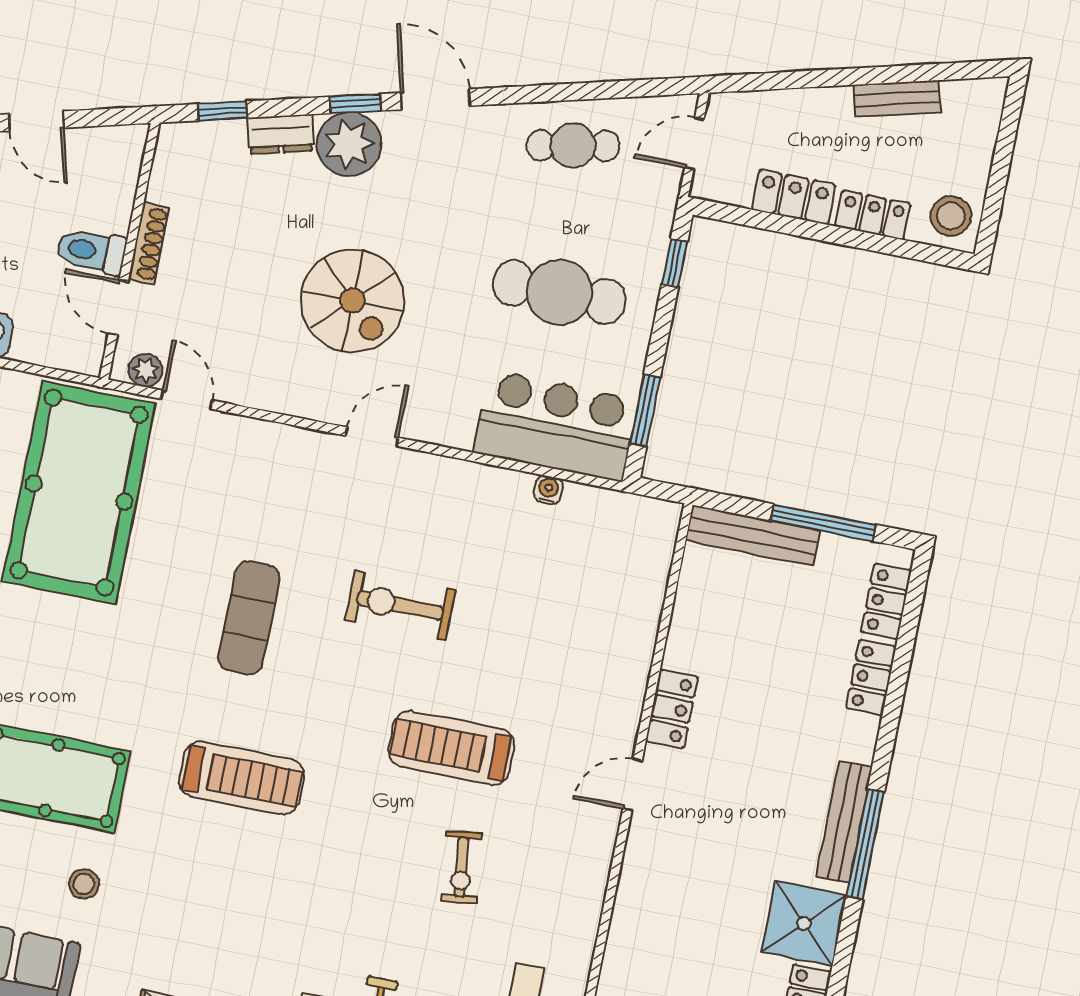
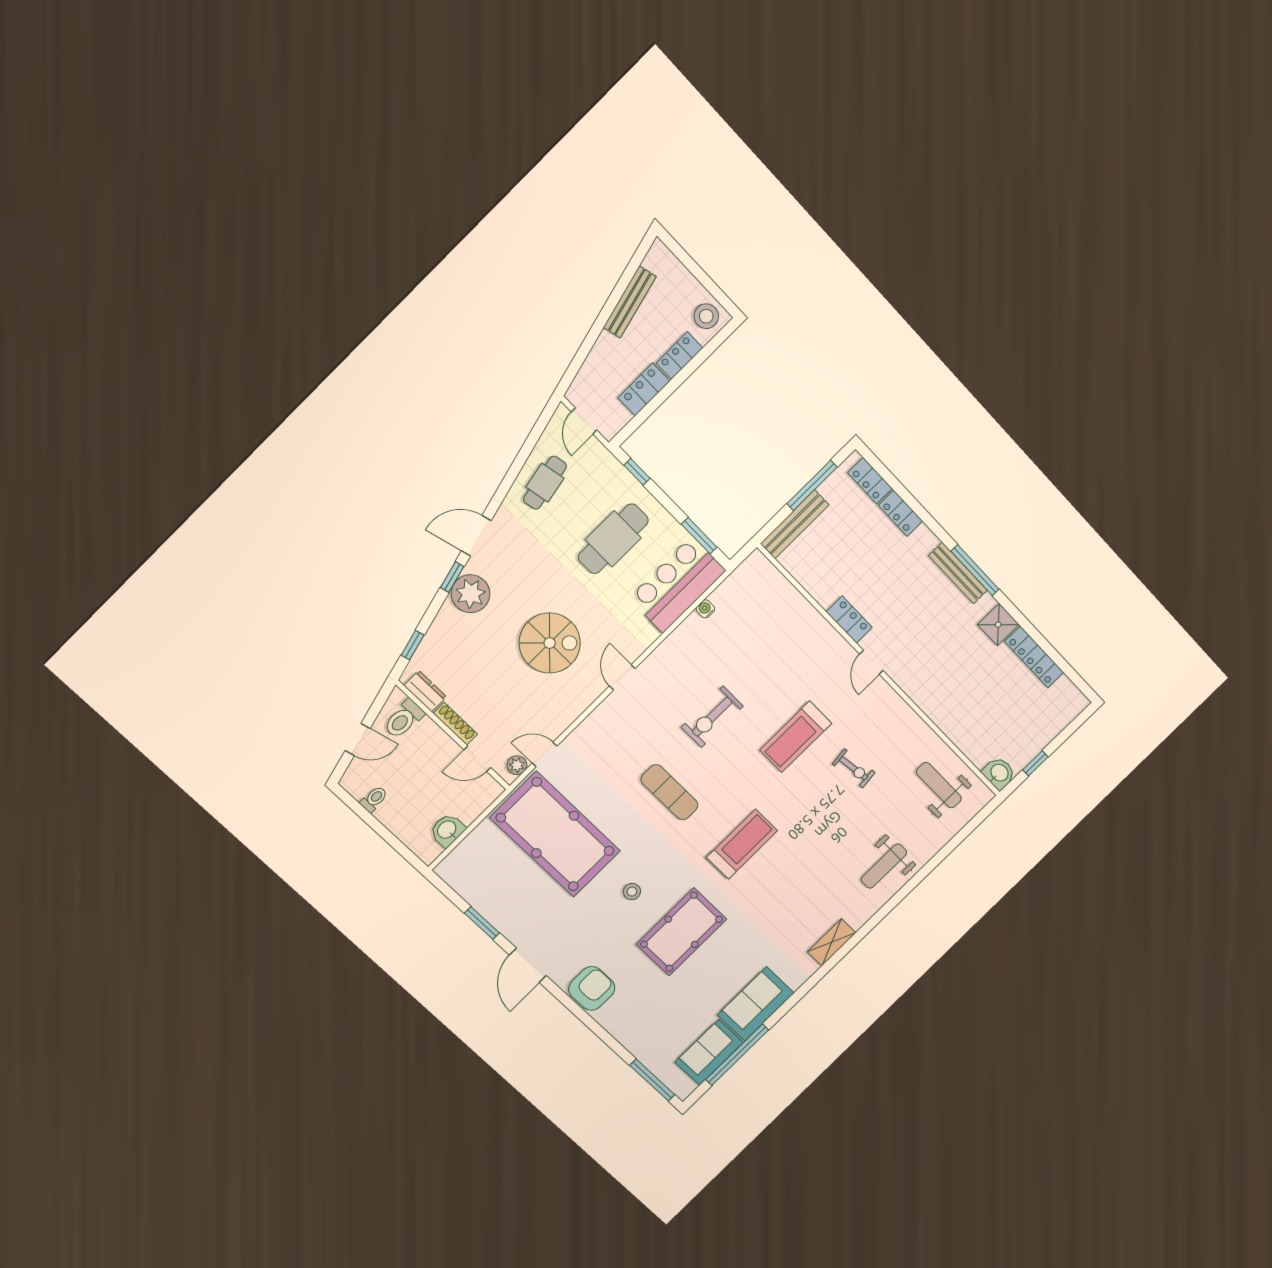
bench: (897, 99) -> (630, 302), width x1.36
dresser: (281, 134) -> (425, 691), moved, turned -76
toilet: (91, 251) -> (404, 719), moved
stool: (84, 884) -> (632, 892), moved
shower: (804, 924) -> (998, 625), width x0.73, depth x0.73

